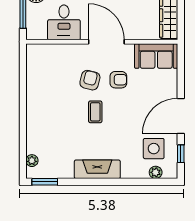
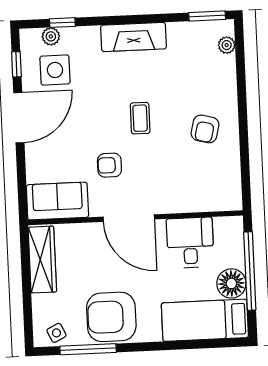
armchair: (90, 80) -> (205, 129), moved
window: (147, 182) -> (62, 23), added

